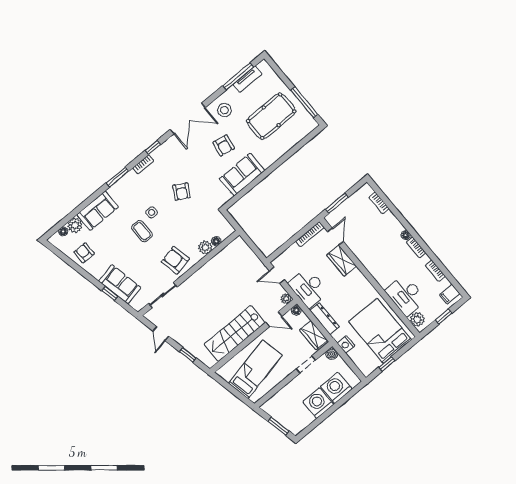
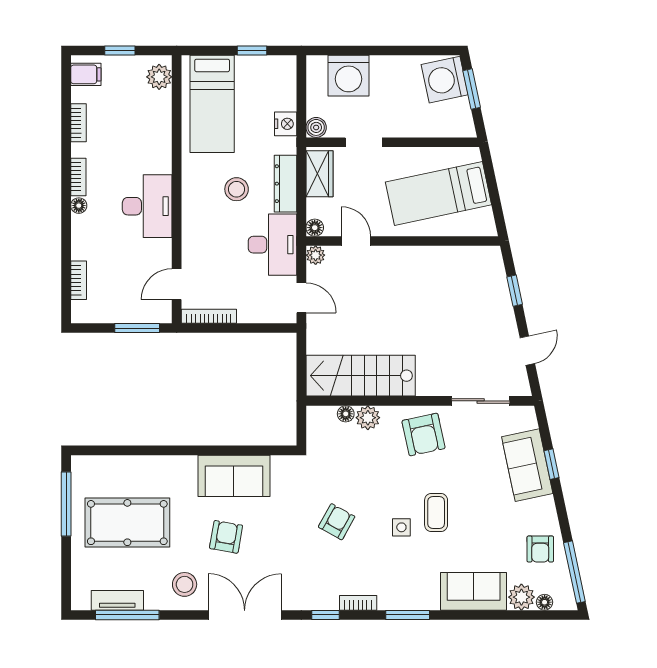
window: (61, 255) -> (574, 572), added
wardrobe: (342, 261) -> (196, 244), removed
desk: (406, 295) -> (147, 206), moved
stool: (344, 299) -> (237, 189), added
bed: (380, 331) -> (212, 104), width x0.67
stairs: (235, 333) -> (361, 376), moved, turned 180
washing machine: (318, 403) -> (445, 80), moved, turned 78

